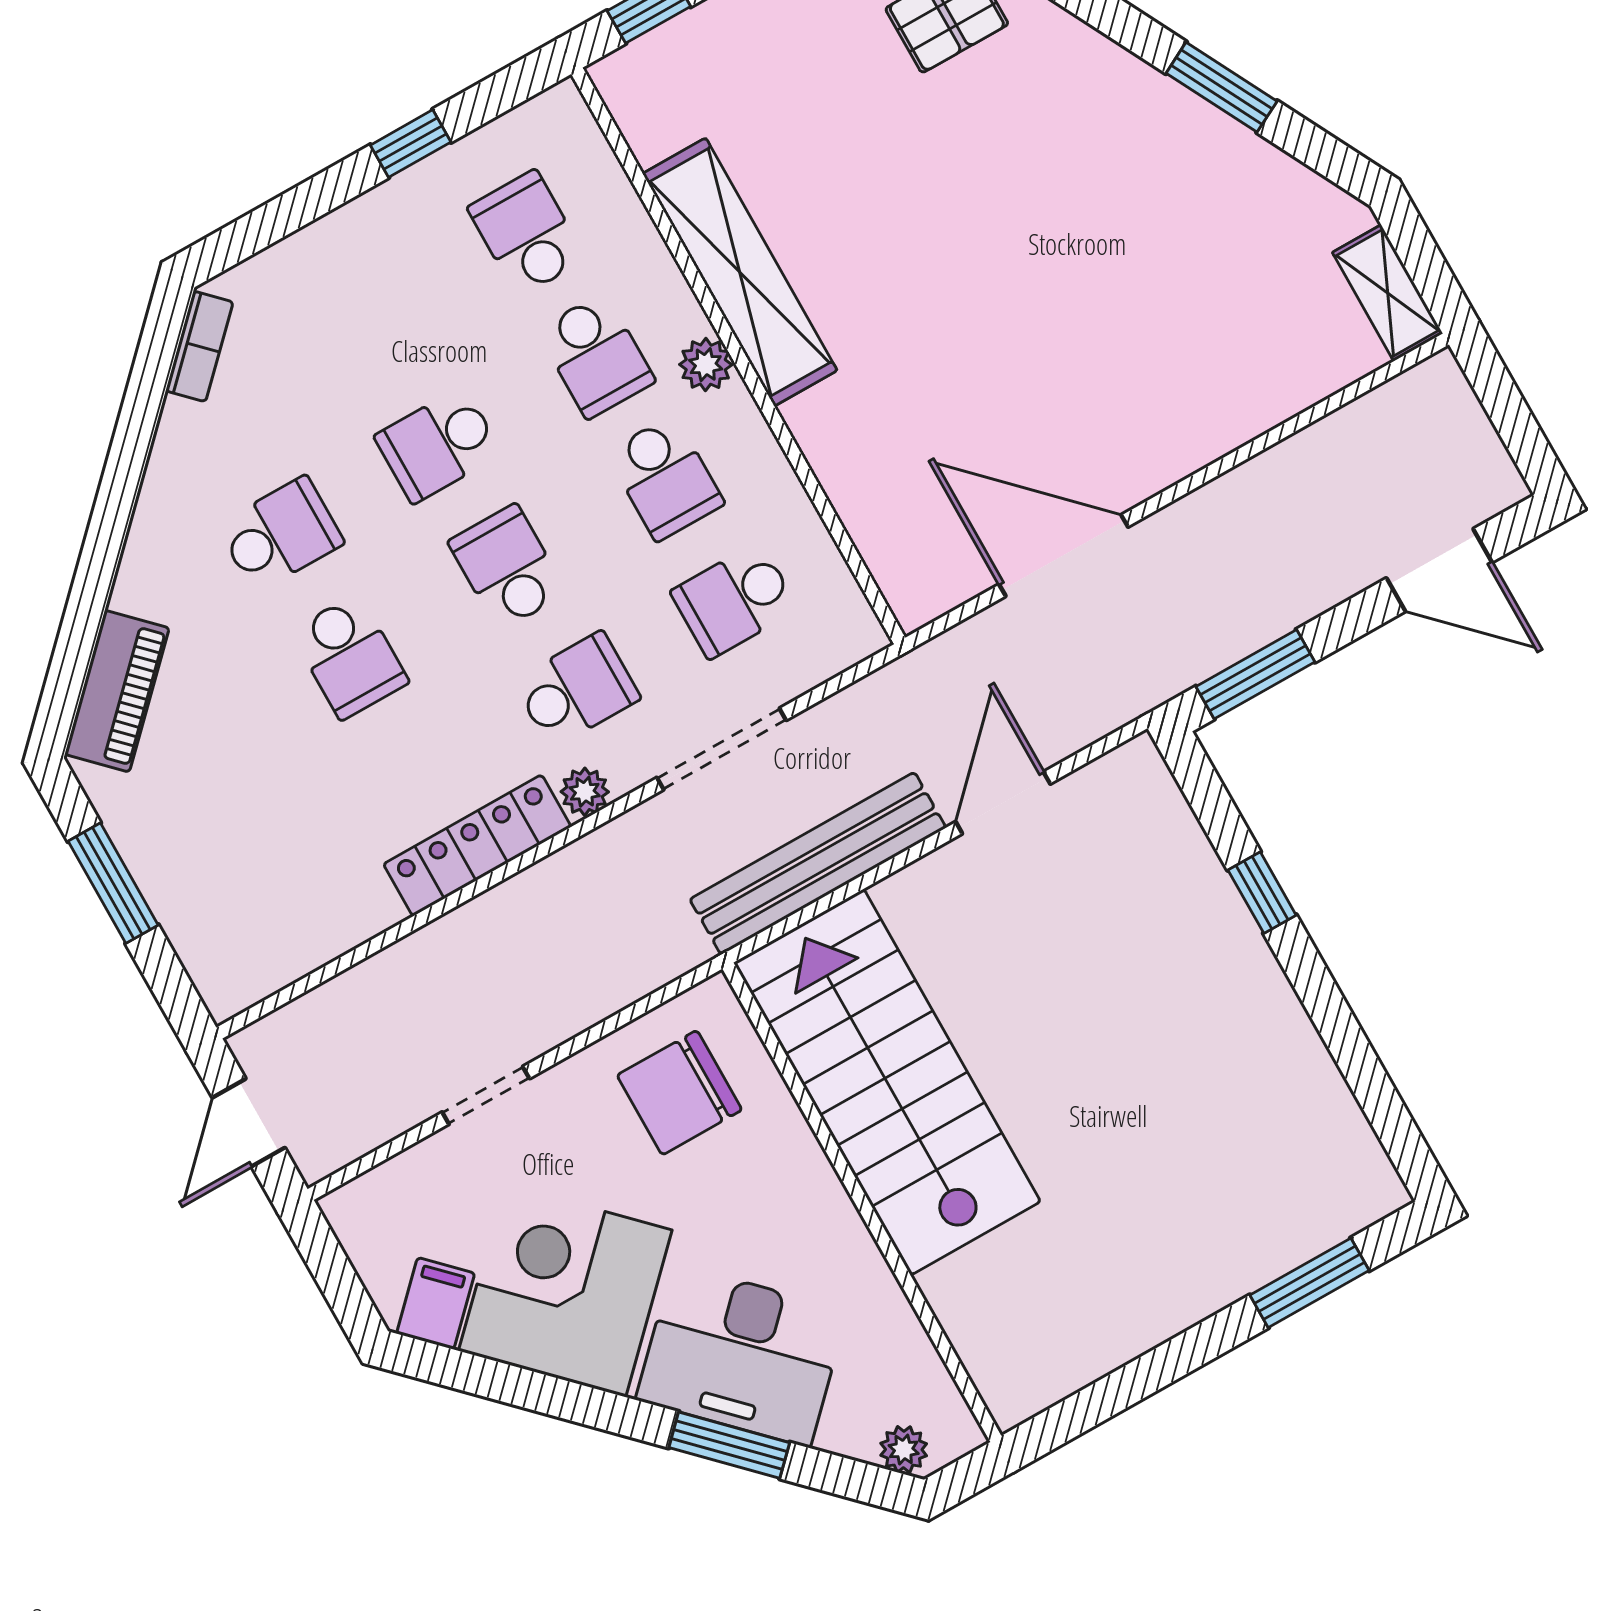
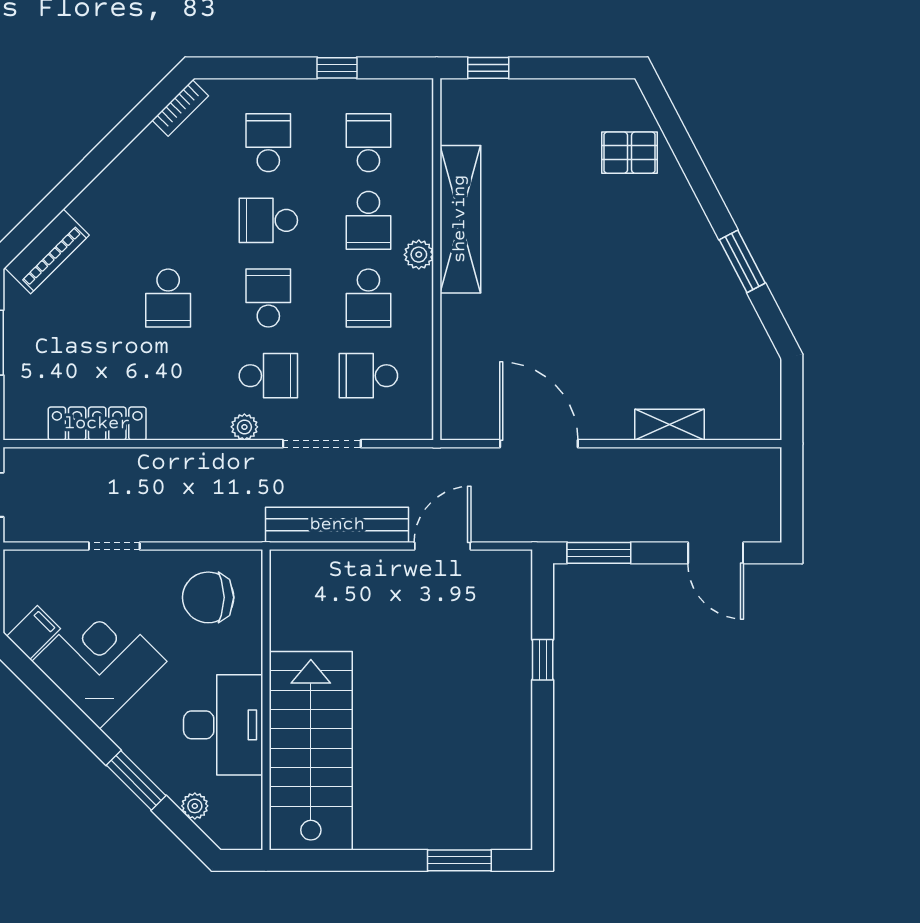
shelving: (1388, 293) -> (670, 425), moved, turned 90
school desk: (280, 534) -> (268, 143), moved, turned -90
locker: (477, 845) -> (97, 424), moved
stairs: (887, 1082) -> (311, 751), moved
desk: (742, 1355) -> (223, 725), moved, turned -135
plant: (904, 1449) -> (195, 806), moved

